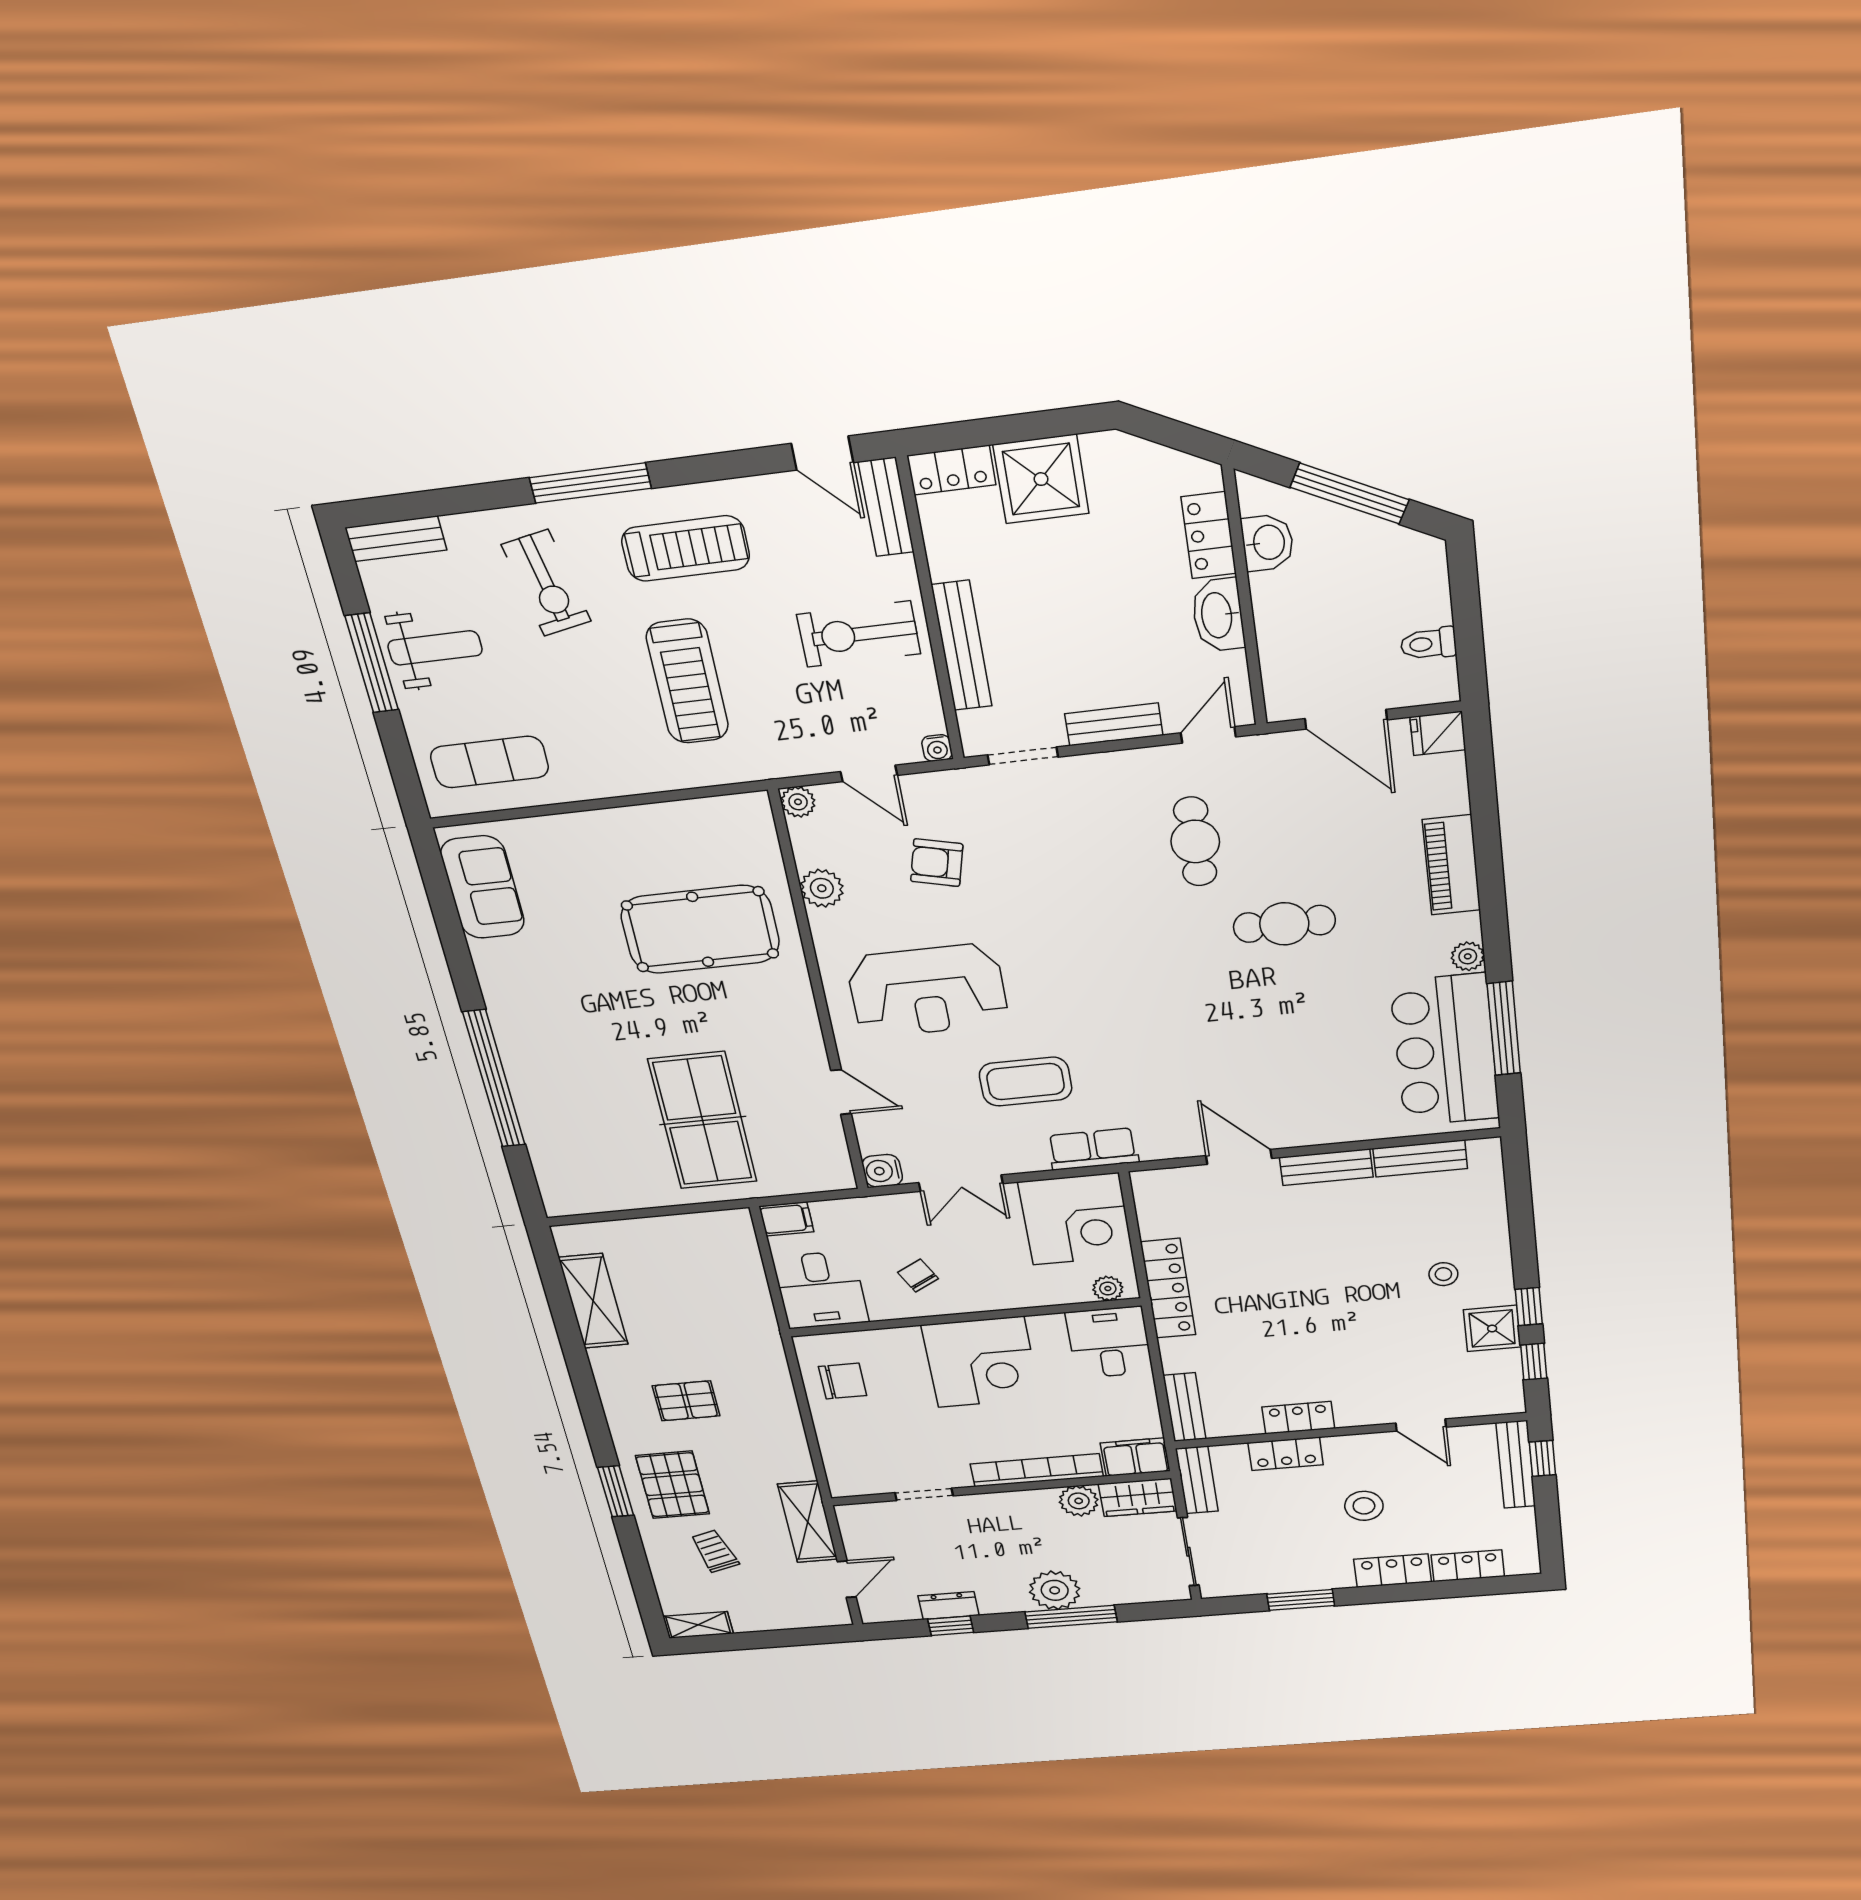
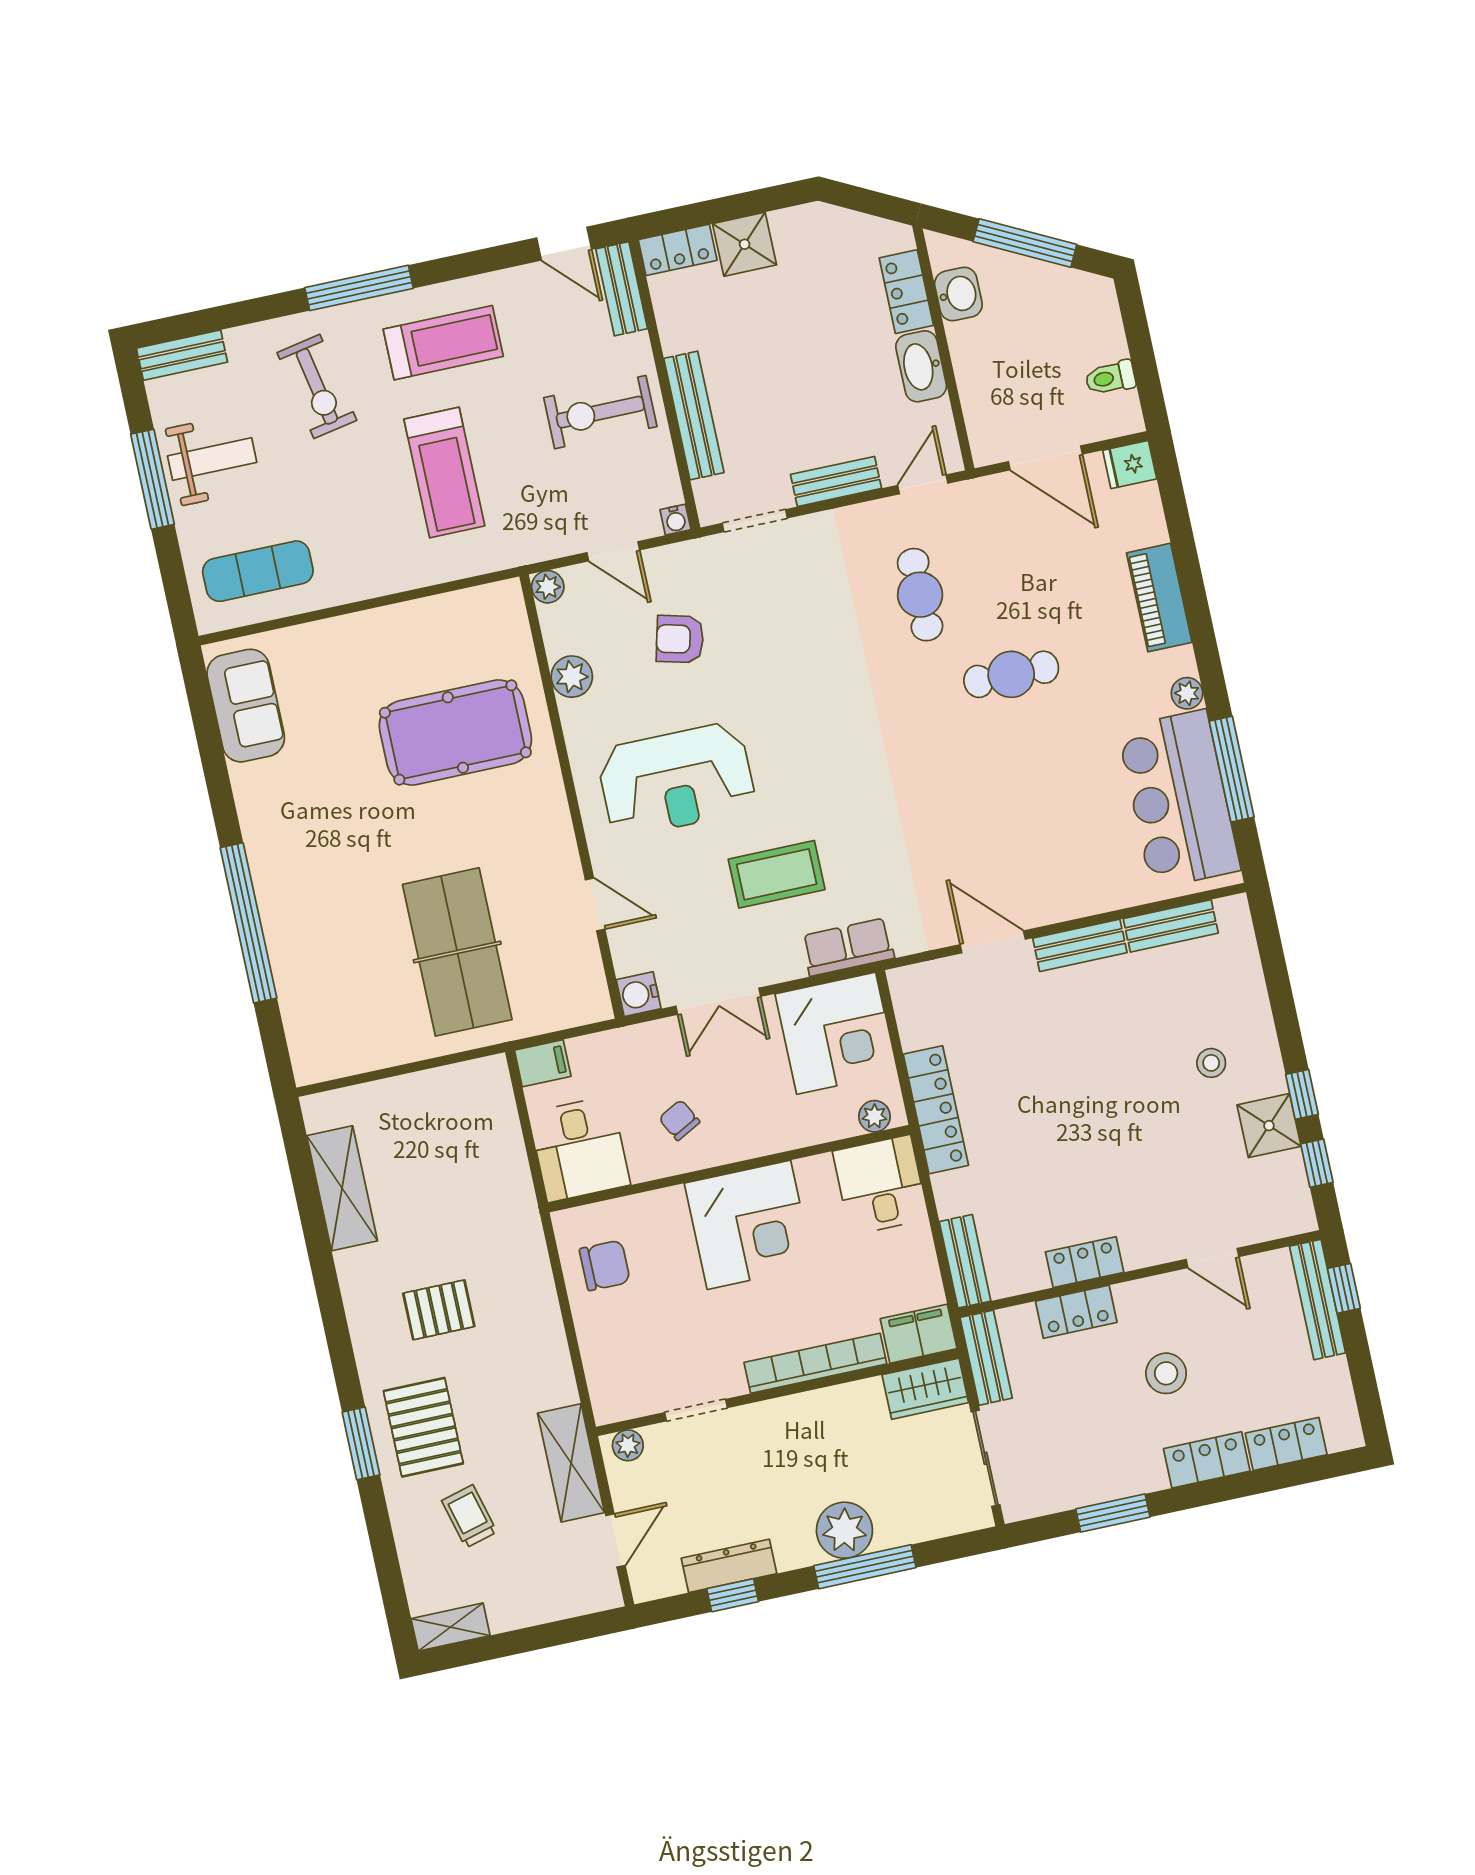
shower: (1041, 479) -> (745, 244), width x0.73, depth x0.73
plant: (1079, 1501) -> (628, 1445), moved, width x0.73, depth x0.73
dresser: (949, 1606) -> (729, 1566), width x1.44

